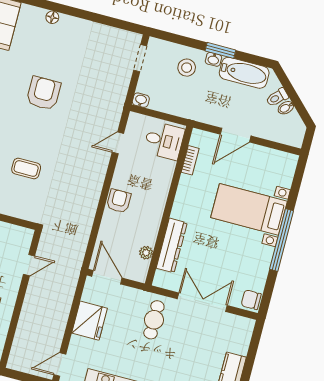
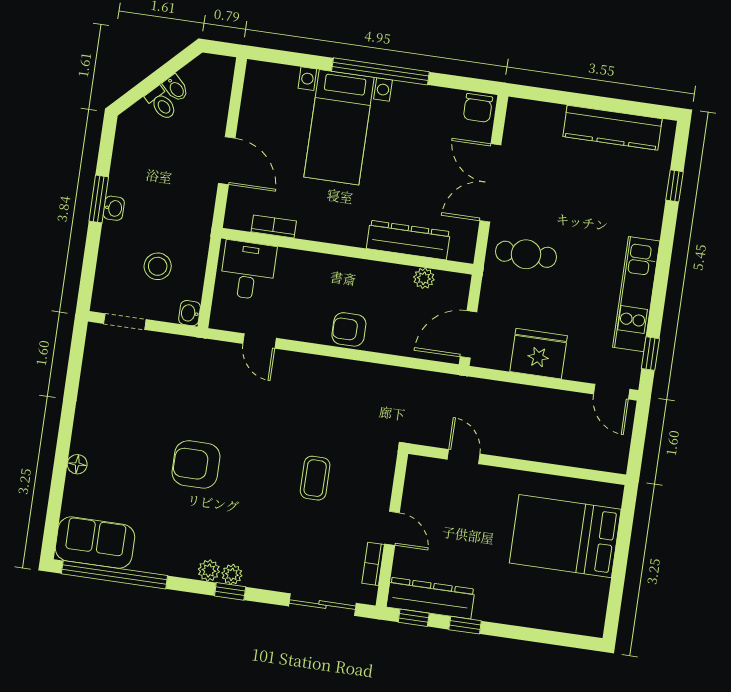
stool: (187, 68) -> (158, 266), moved
bathtub: (244, 73) -> (129, 159), removed

